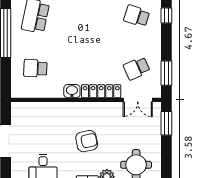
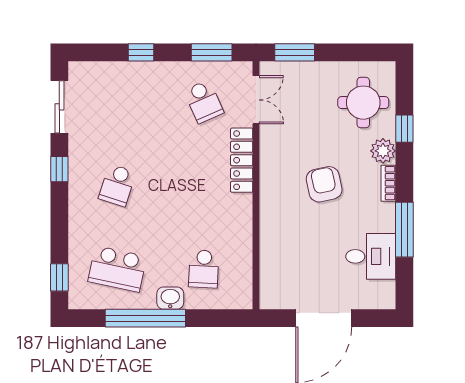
window: (166, 15) -> (141, 52), moved
school desk: (137, 16) -> (117, 185), moved
washbasin: (72, 91) -> (170, 298), moved, turned 90

